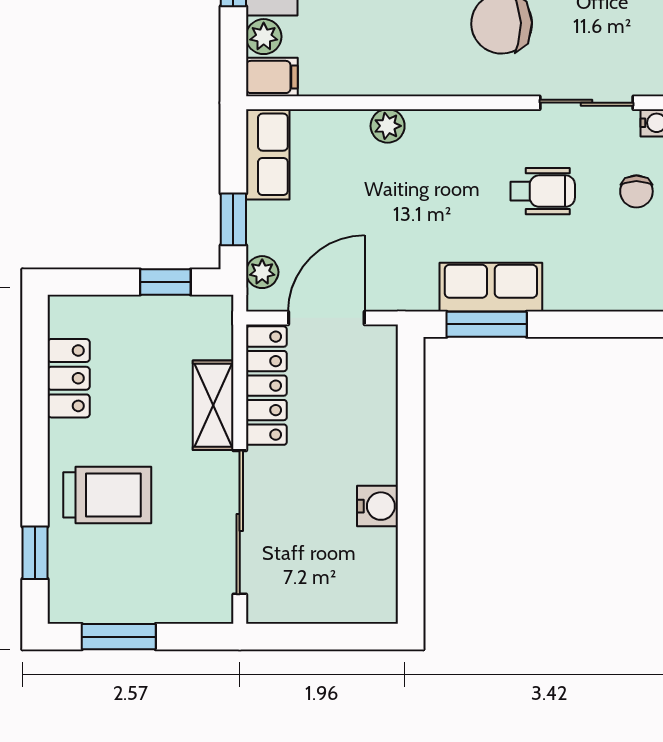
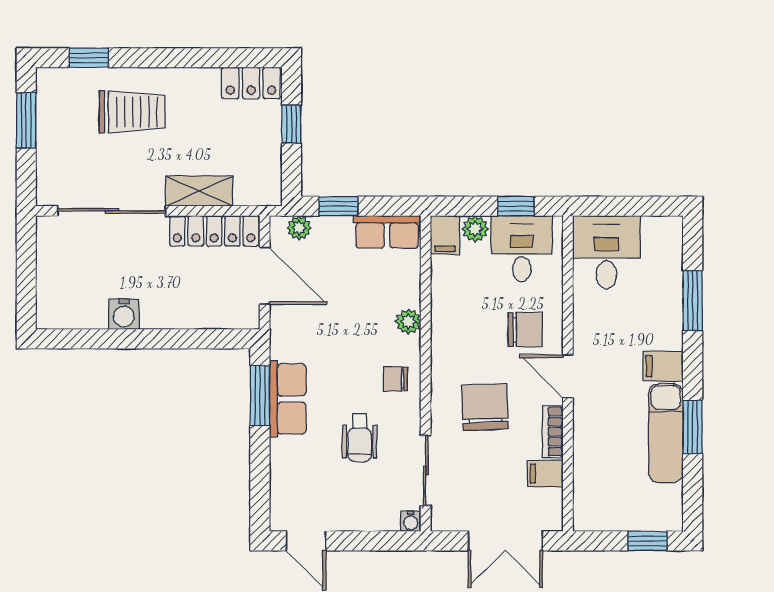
chair: (636, 191) -> (395, 379), moved
window: (165, 282) -> (292, 124), moved
locker: (69, 378) -> (251, 83), moved
trolley: (107, 495) -> (132, 112), turned -90

